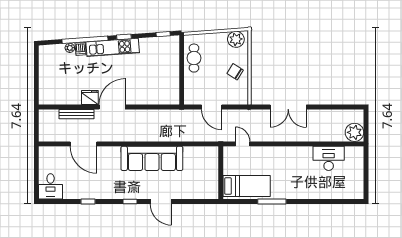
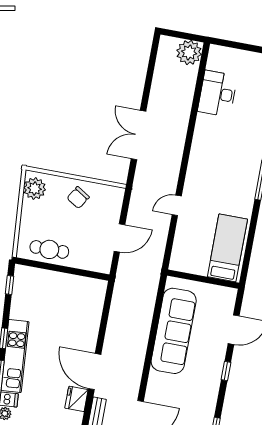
double door: (288, 107) -> (138, 135), swing flipped
wall: (221, 173) -> (203, 279), moved
bed: (247, 186) -> (227, 248), moved

